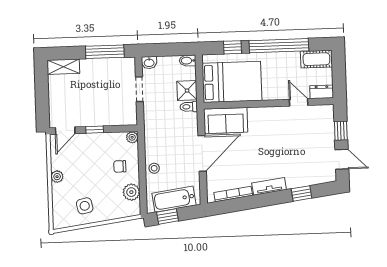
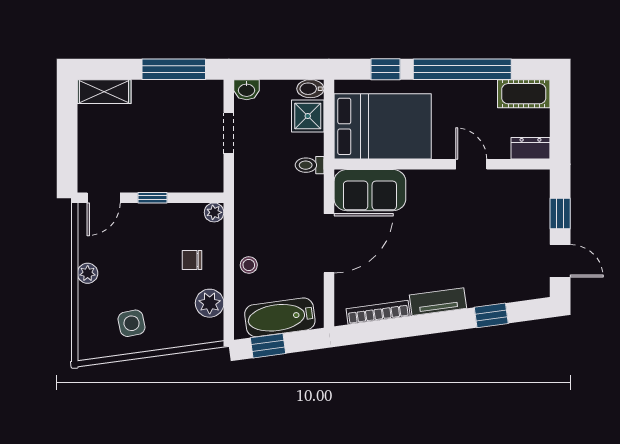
shower: (187, 91) -> (308, 116), moved
door: (299, 102) -> (471, 164), moved

